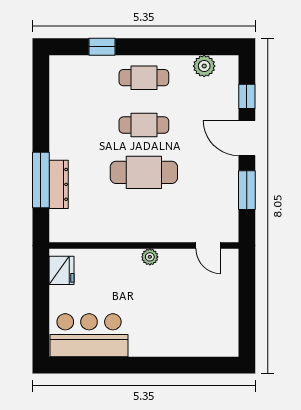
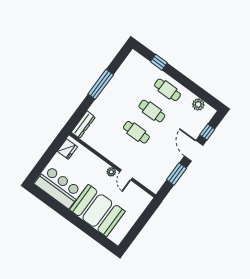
cafe table: (144, 172) -> (136, 132), width x0.73, depth x0.74
window: (41, 180) -> (101, 84), moved
dresser: (59, 184) -> (83, 125), moved
door: (208, 245) -> (126, 175), moved
booth: (171, 328) -> (97, 211), added

